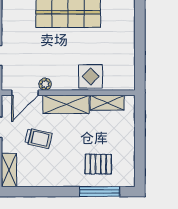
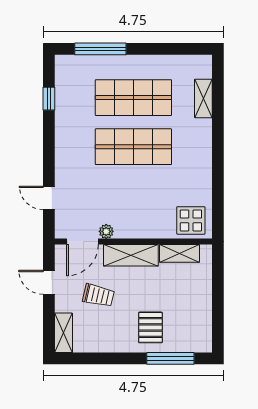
display table: (91, 76) -> (191, 220), moved
pallet: (98, 164) -> (150, 327), moved, turned 90

